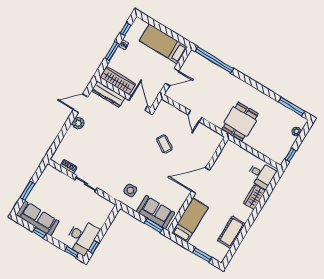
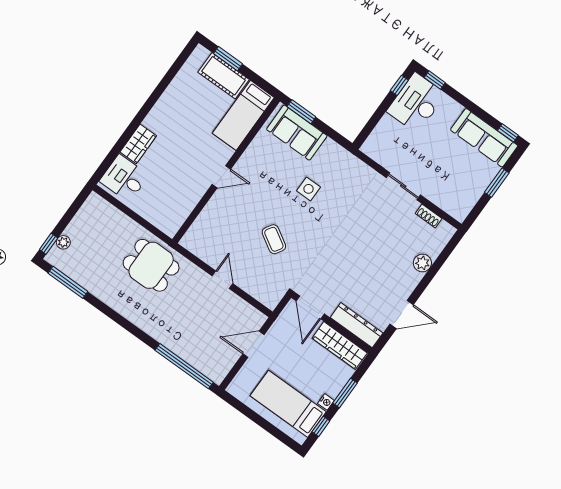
bed: (163, 44) -> (288, 404), moved, turned 180
dining table: (240, 121) -> (151, 265), turned 90
plant: (78, 123) -> (422, 263), moved
window: (290, 155) -> (49, 244), moved
door: (201, 181) -> (221, 177), width x0.53
side table: (130, 190) -> (308, 189), moved
cot: (231, 232) -> (224, 76), moved, turned 90
window: (39, 233) -> (508, 133), moved

